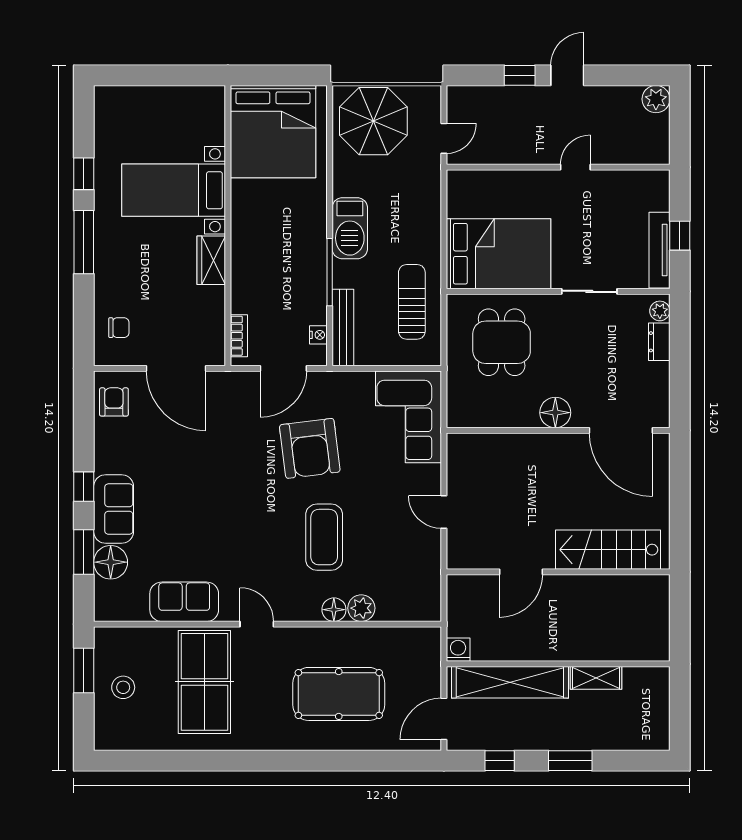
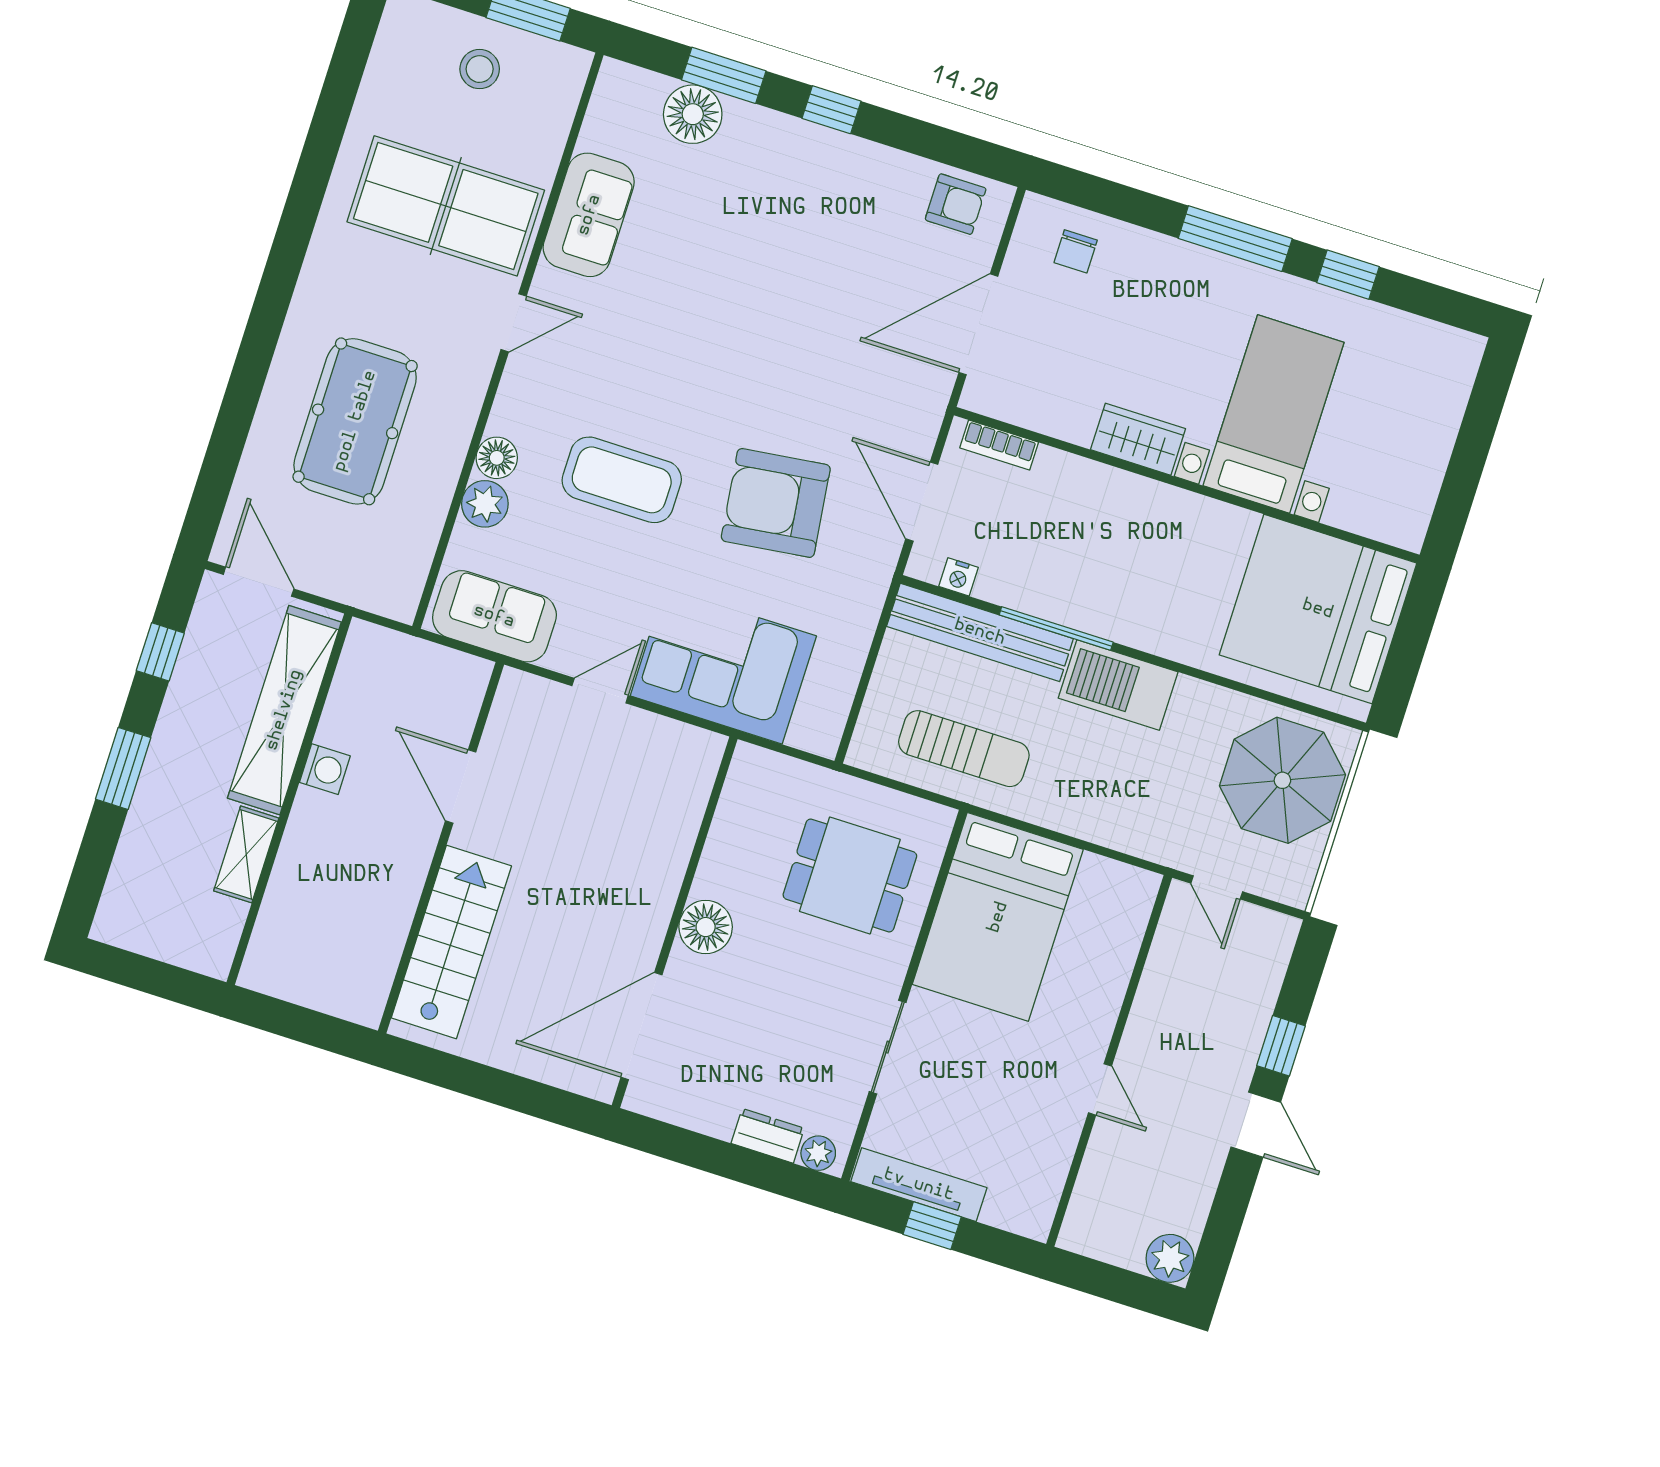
bench: (343, 327) -> (980, 632), width x1.37, depth x1.21
corner sofa: (409, 417) -> (723, 666), moved
sofa: (114, 509) -> (494, 616), moved, turned 180
washing machine: (458, 650) -> (325, 769), moved

